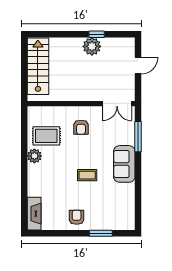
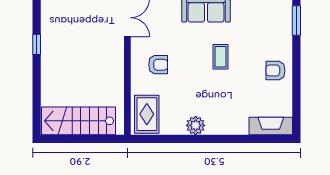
plant: (92, 46) -> (53, 51), removed
rug: (46, 136) -> (147, 114), moved
window: (101, 233) -> (296, 21), moved

